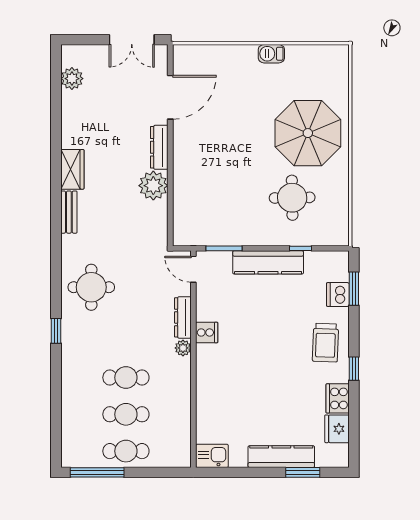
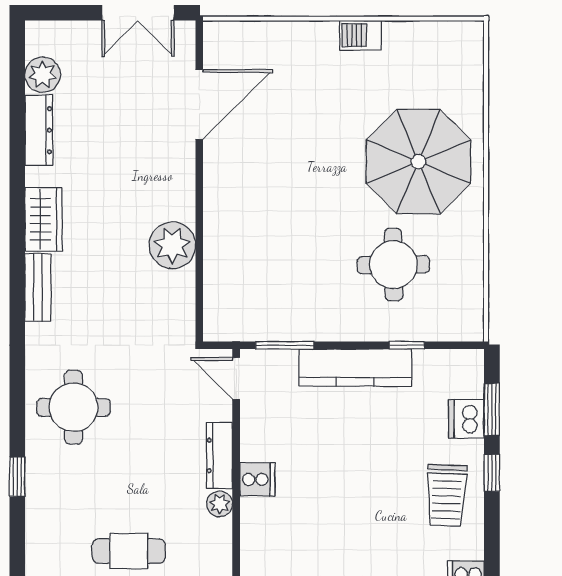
dresser: (159, 147) -> (39, 130), moved, turned 180
window: (354, 369) -> (492, 473), moved

